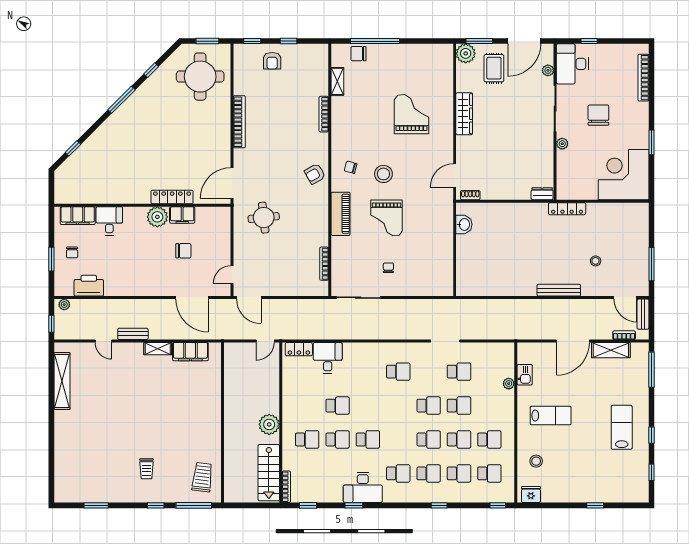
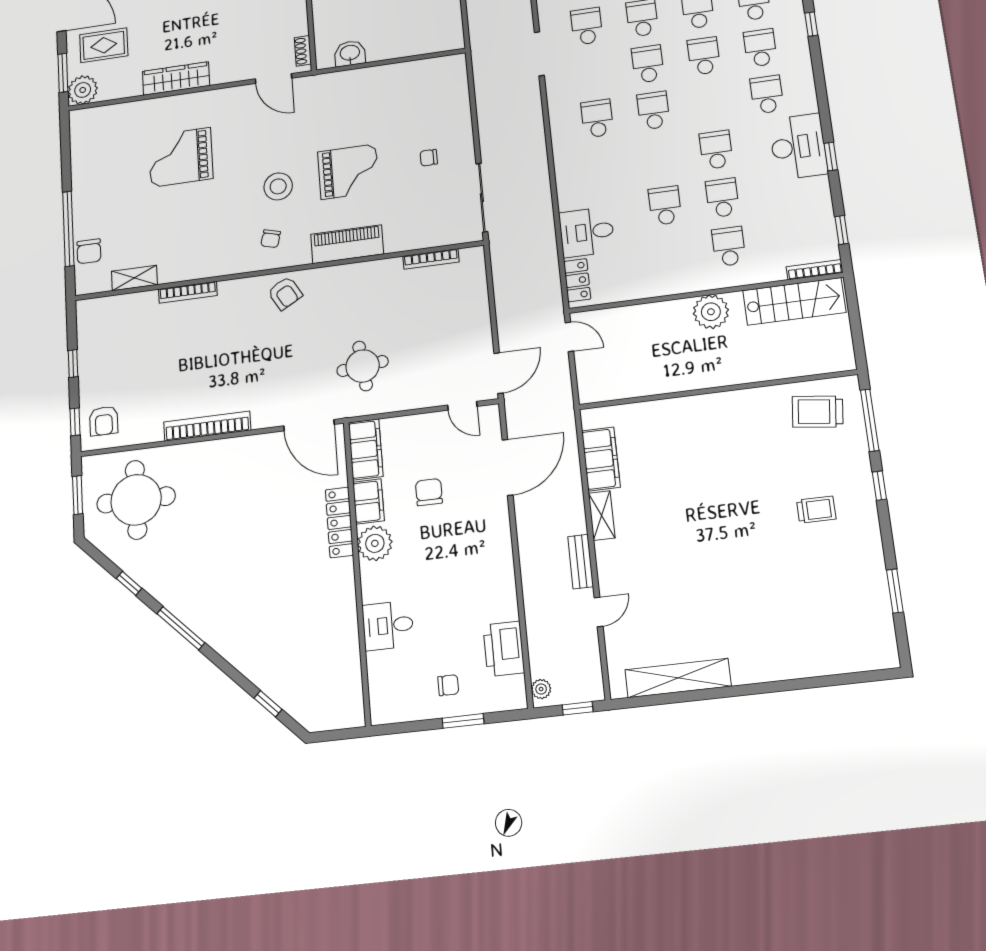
armchair: (272, 61) -> (104, 421), moved, turned 90
filing cabinet: (78, 216) -> (366, 449), moved
school desk: (398, 406) -> (653, 111), added

